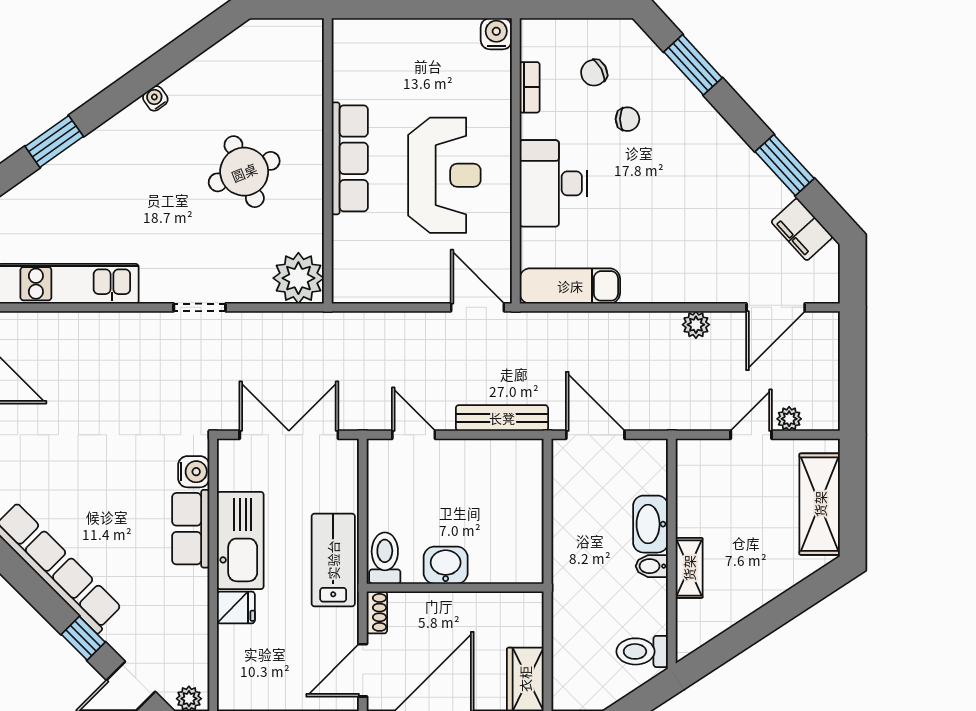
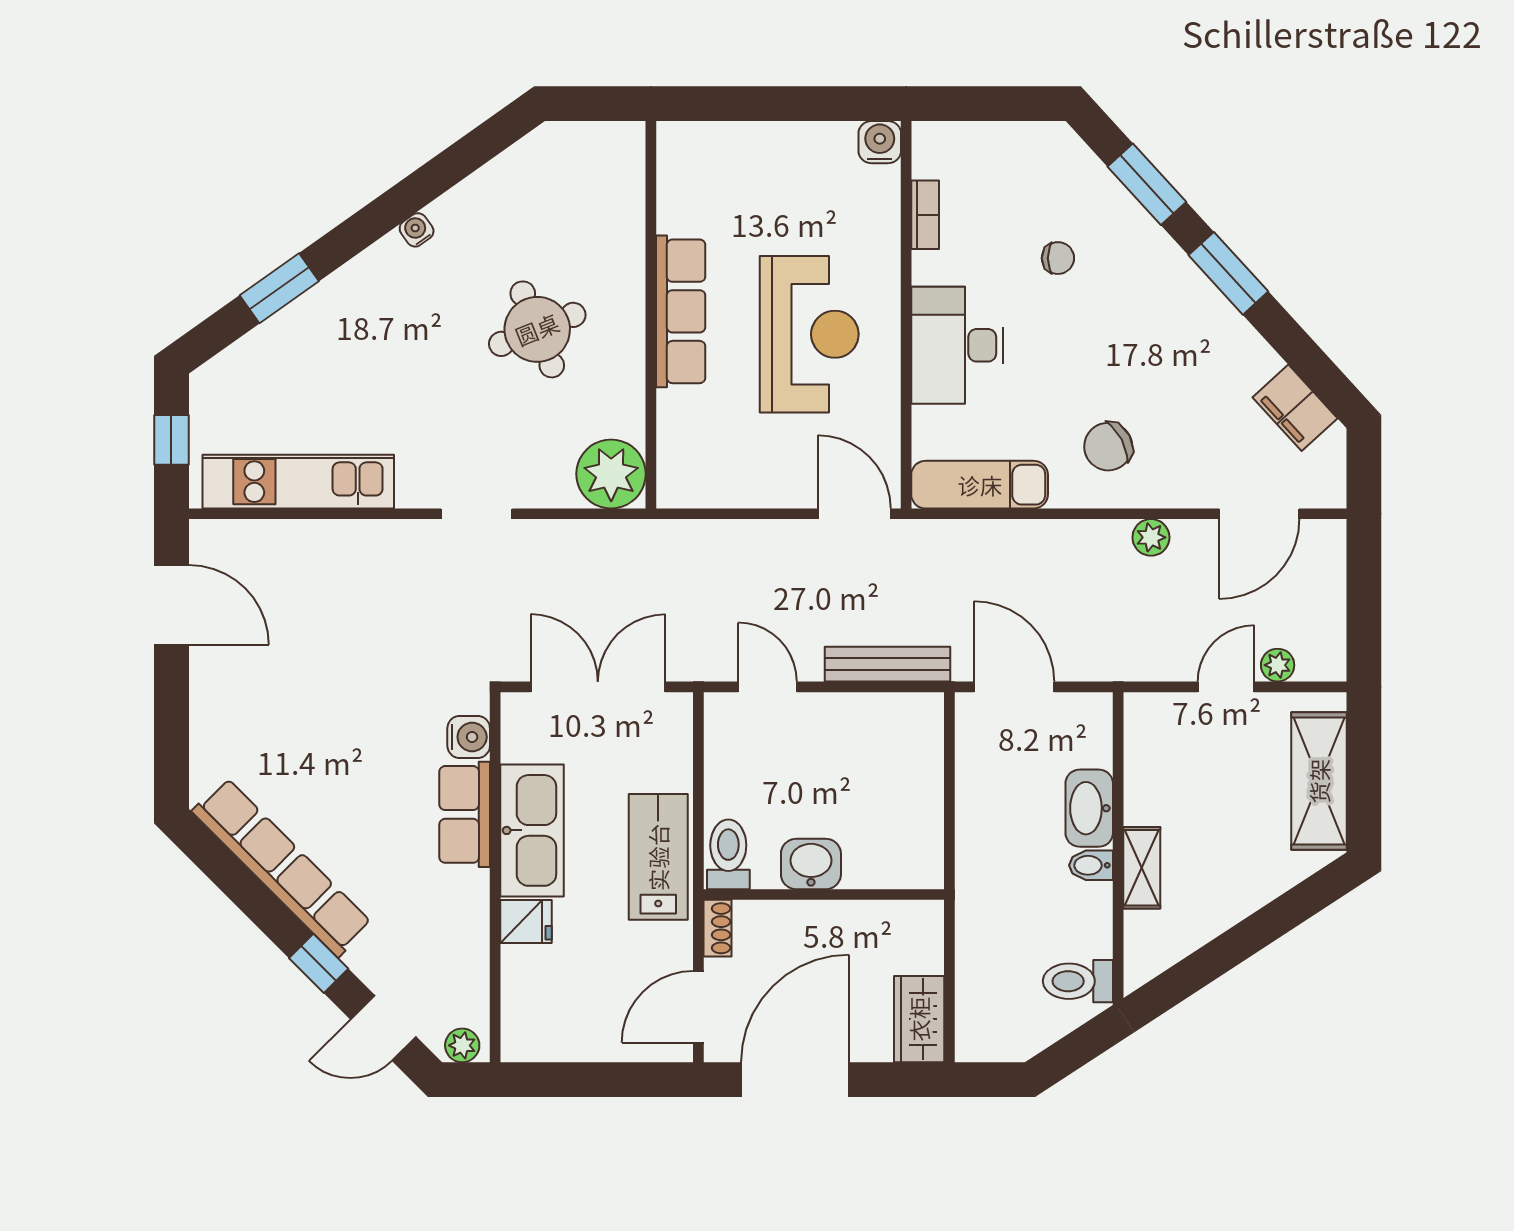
chair: (594, 73) -> (1108, 447), moved, width x1.37, depth x1.37
window: (785, 165) -> (1228, 273), moved

